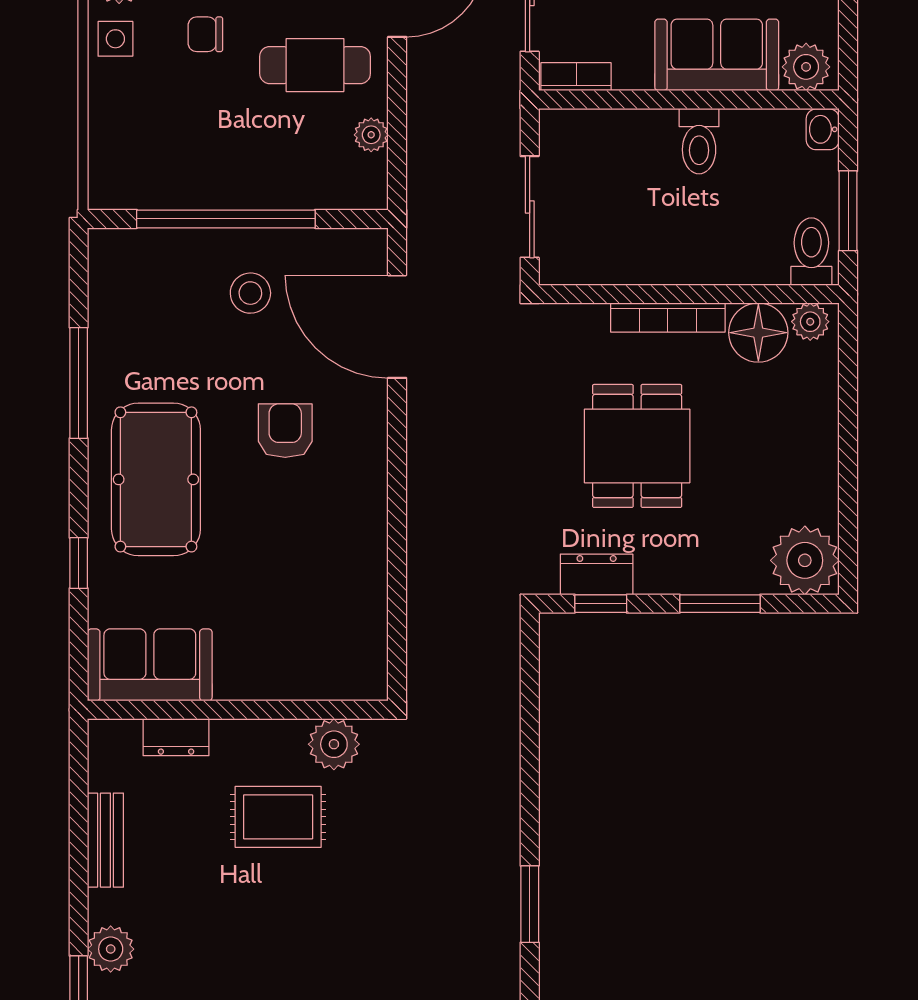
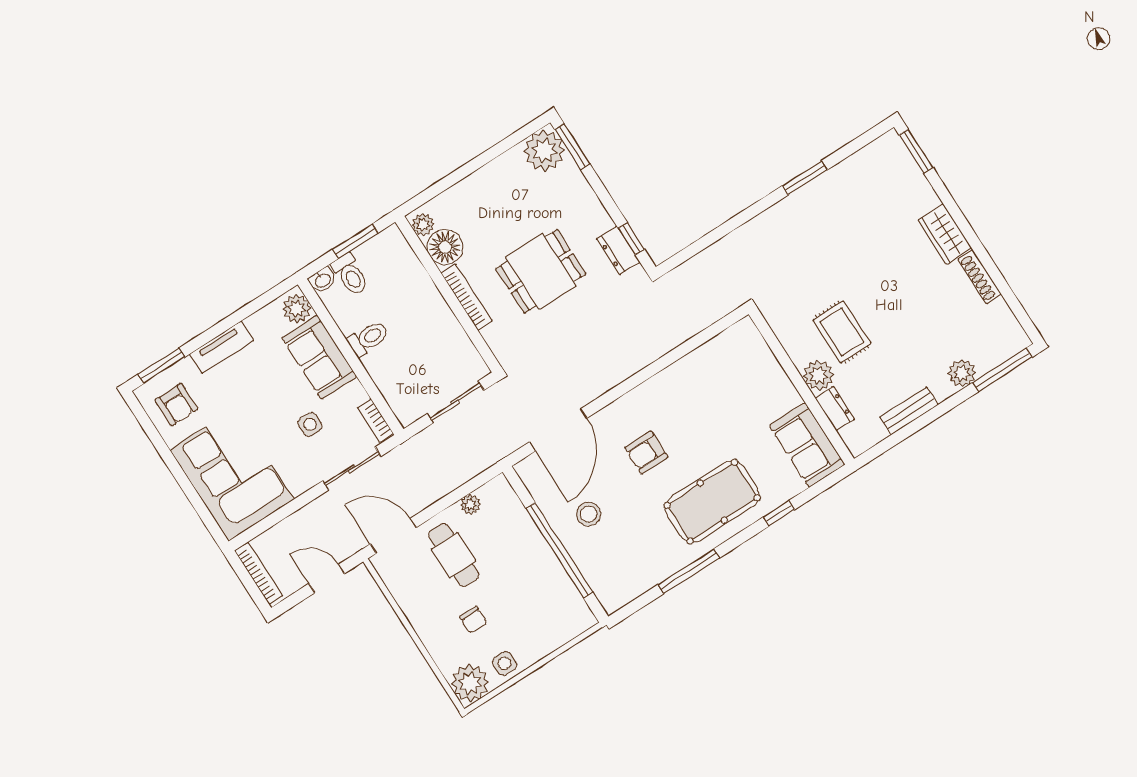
toilet: (811, 252) -> (350, 274), moved, turned -90
window: (720, 604) -> (572, 147), moved
plant: (334, 744) -> (818, 375), moved

